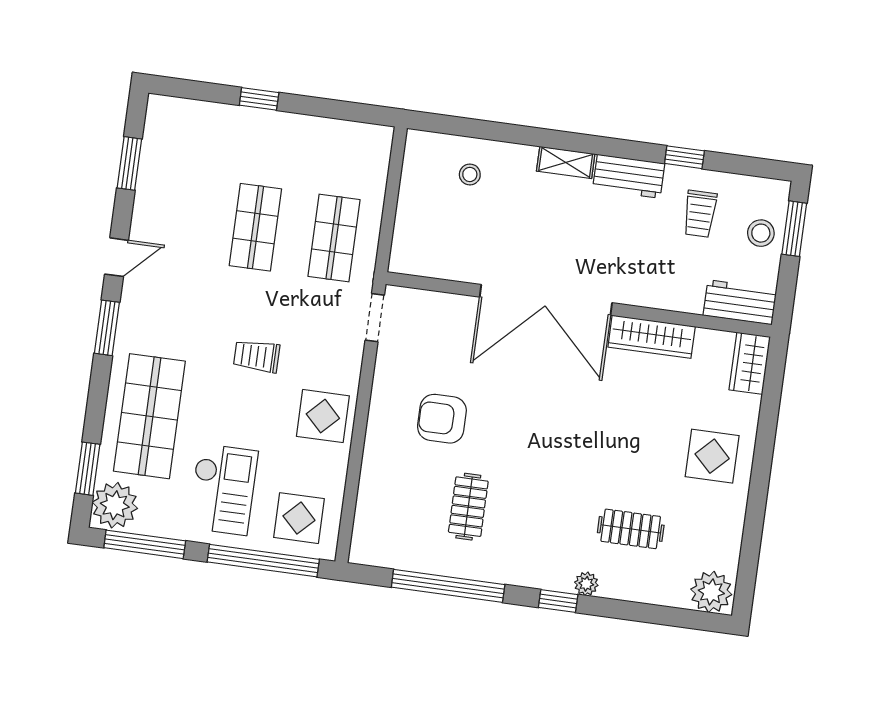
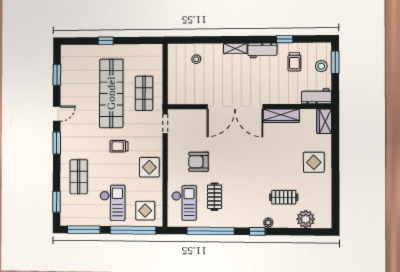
shop shelf: (255, 227) -> (111, 93), width x2.00, depth x1.36
shop shelf: (149, 416) -> (79, 177), width x0.70, depth x0.74
plant: (115, 505) -> (69, 215), removed
checkout: (394, 512) -> (184, 203), added
plant: (711, 592) -> (306, 219), moved

